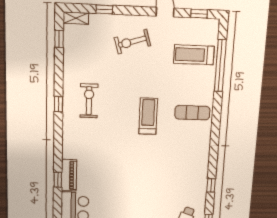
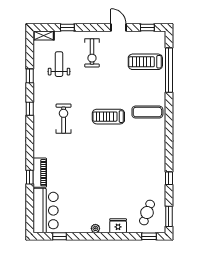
window: (59, 39) -> (30, 76), moved
exercise bike: (132, 42) -> (92, 53), turned -73
weight bench: (93, 53) -> (59, 64), added
exercise bike: (89, 101) -> (64, 119), moved
treadmill: (148, 116) -> (108, 117), turned -90

